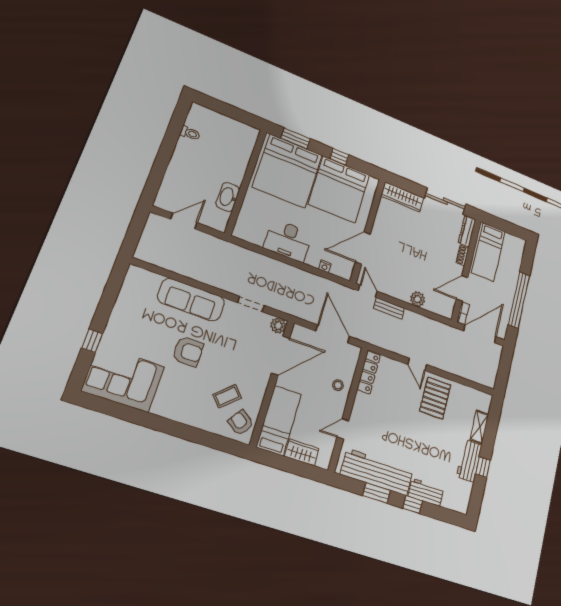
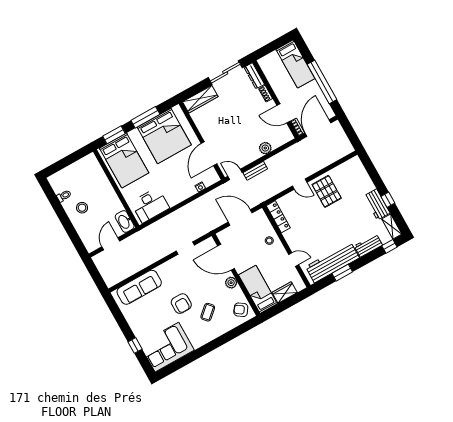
window: (339, 157) -> (145, 117), width x2.17
stool: (195, 161) -> (82, 208), added
bed: (288, 171) -> (124, 161), width x0.73
washbasin: (228, 197) -> (125, 221), moved
desk: (288, 240) -> (150, 205), moved
bed: (488, 252) -> (295, 64), moved
door: (462, 288) -> (283, 113), hinge flipped
sofa: (191, 300) -> (139, 287), moved
plant: (278, 326) -> (231, 283), moved
armchair: (188, 351) -> (181, 304), turned 90
door: (281, 355) -> (226, 257), swing flipped
coffee table: (227, 396) -> (208, 312), moved
shelving: (479, 427) -> (392, 227), moved
door: (343, 429) -> (294, 259), swing flipped
window: (413, 505) -> (389, 246), moved

